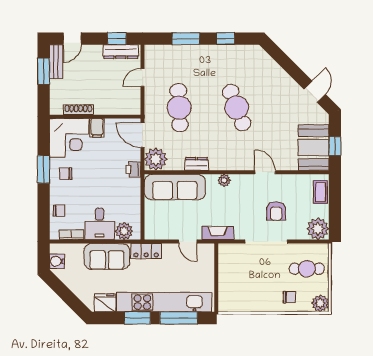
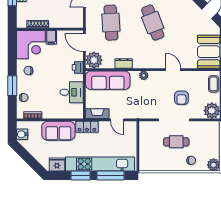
window: (44, 169) -> (12, 86), moved
desk: (100, 224) -> (71, 92), moved, turned -90
plant: (124, 231) -> (71, 112), removed
fireplace: (218, 233) -> (97, 114), moved
cafe table: (307, 269) -> (176, 142), moved

